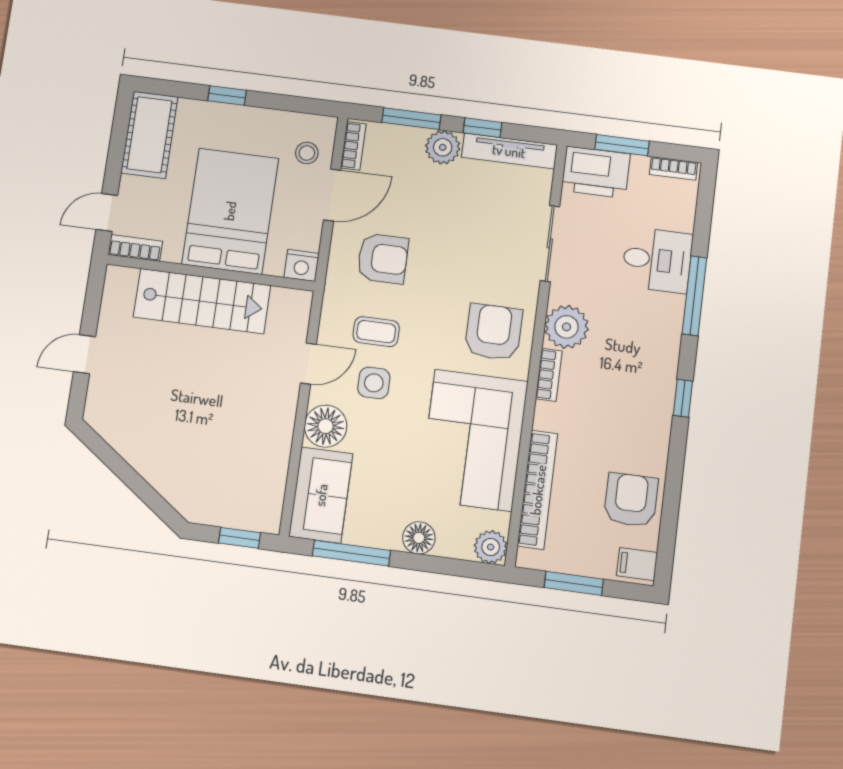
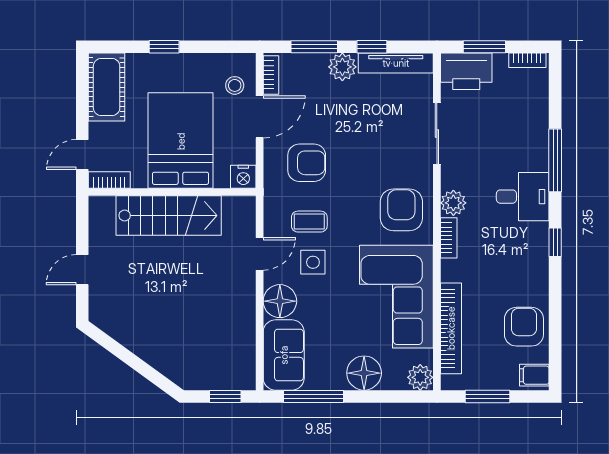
desk: (657, 260) -> (523, 197), moved
plant: (567, 327) -> (453, 203), width x0.73, depth x0.73
floor lamp: (419, 538) -> (364, 373), width x1.38, depth x1.38

